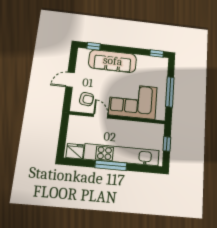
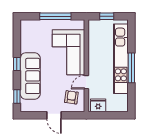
window: (157, 54) -> (17, 64), moved
fridge: (75, 151) -> (98, 105), moved, turned 90

